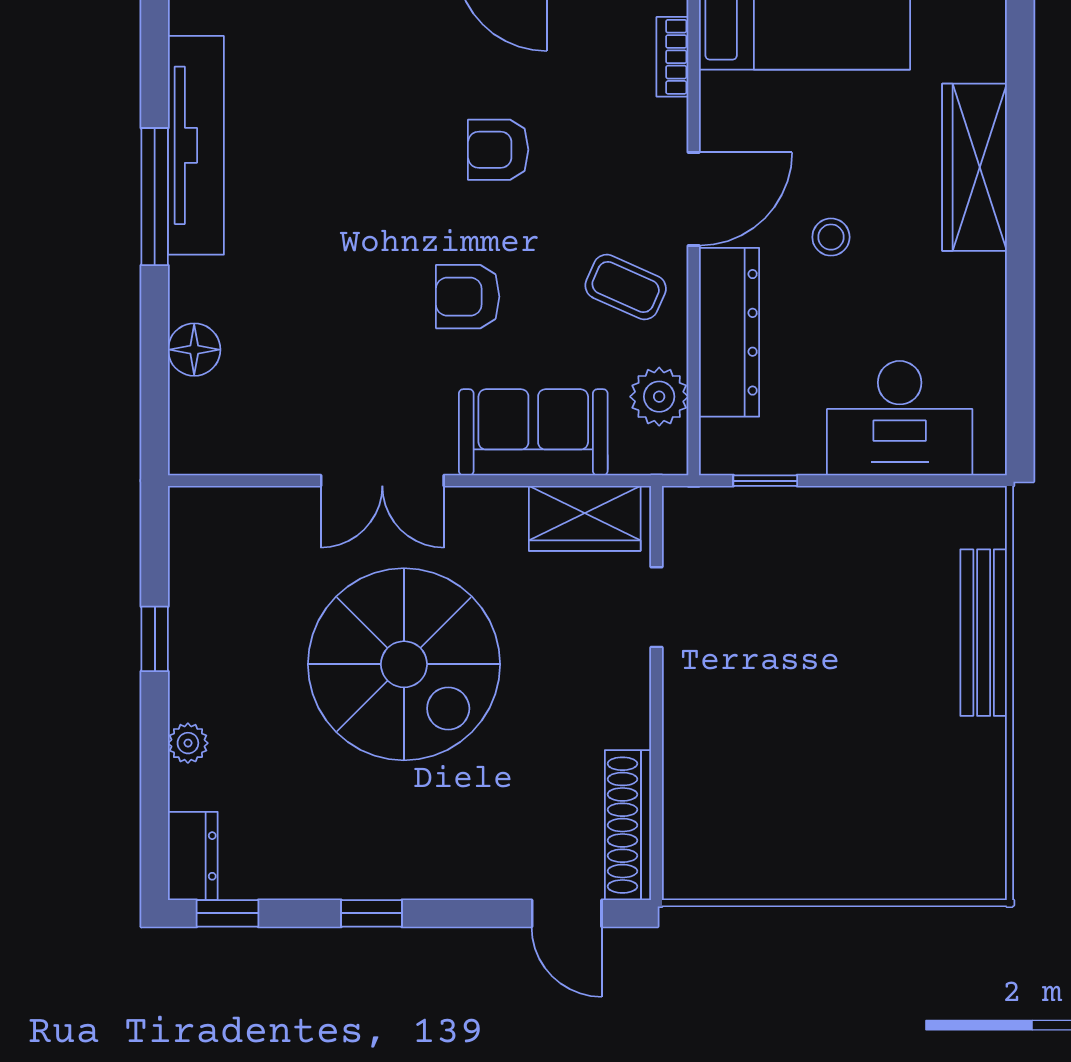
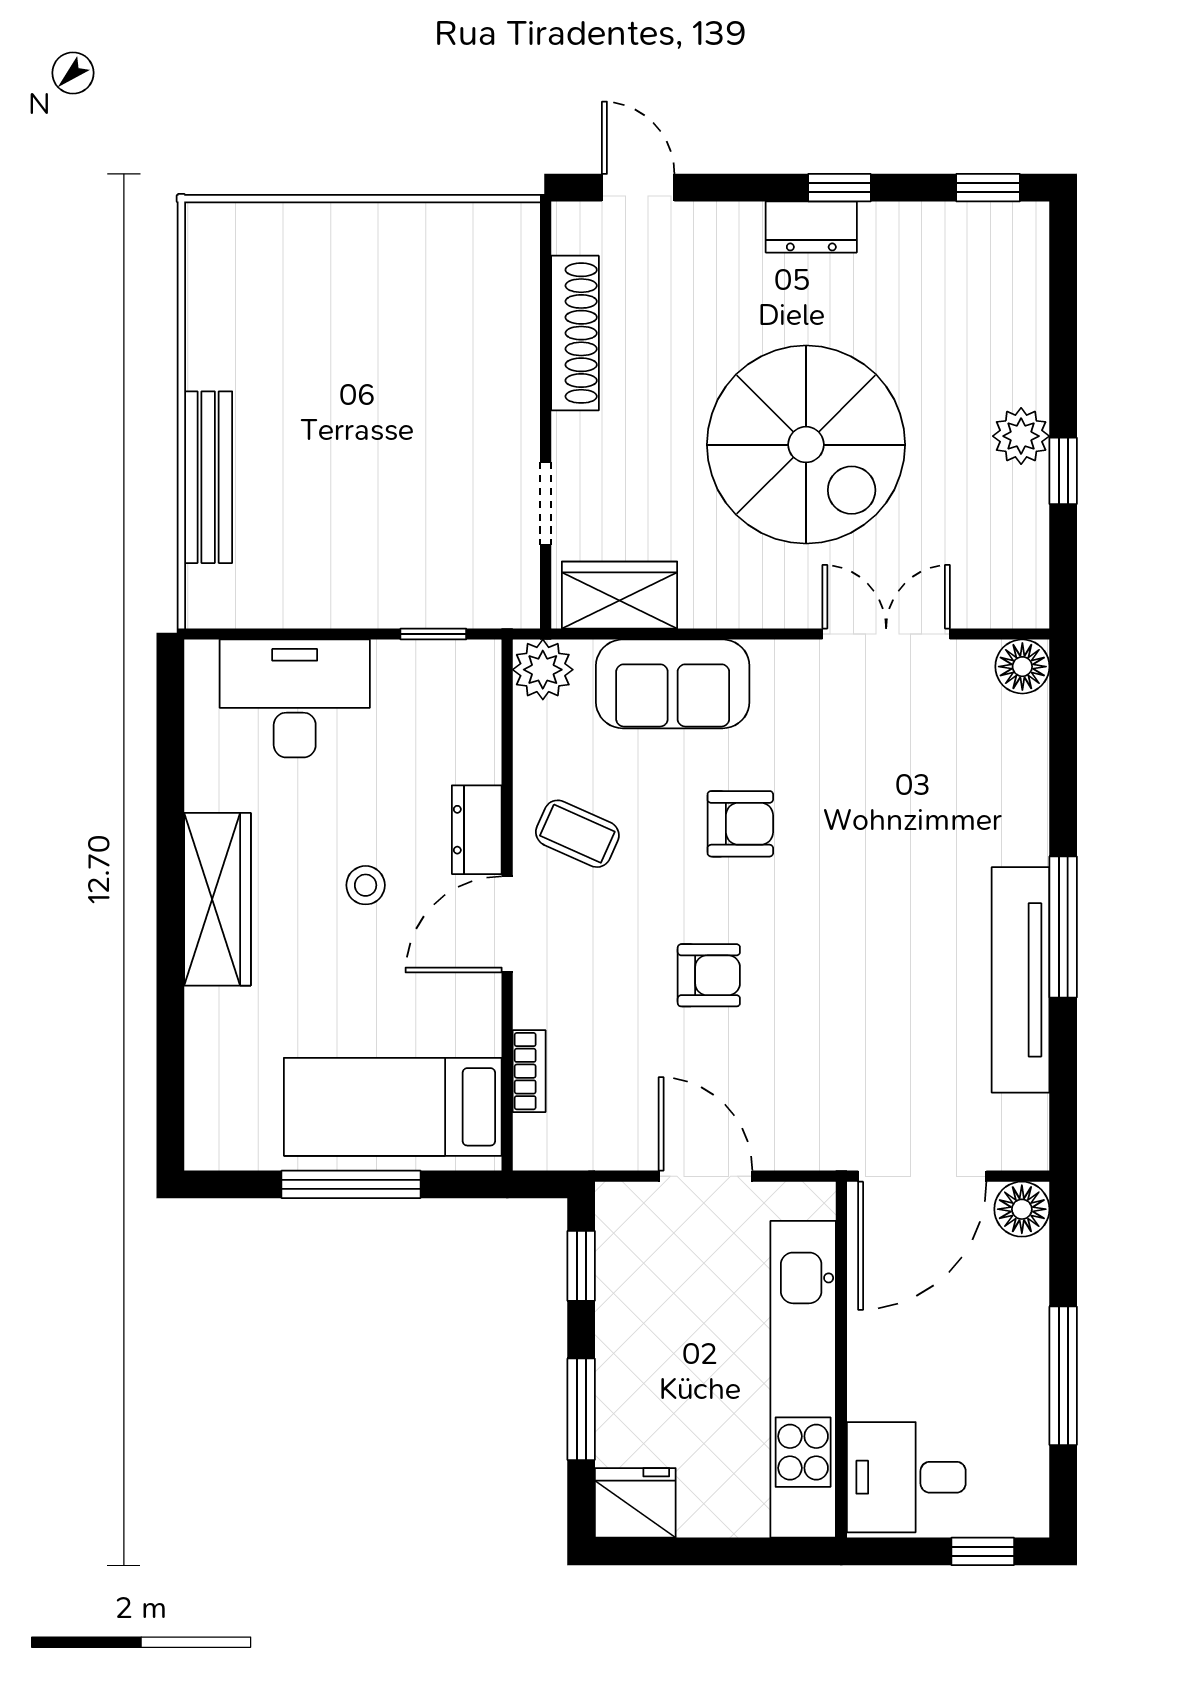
wardrobe: (975, 167) -> (217, 899), moved
dresser: (729, 332) -> (477, 830), width x0.51, depth x0.80
floor lamp: (194, 350) -> (1022, 667), moved
plant: (659, 397) -> (543, 670), moved
double door: (382, 481) -> (886, 634), moved
spiral stairs: (404, 664) -> (806, 445), turned 180
plant: (188, 743) -> (1021, 436), moved, width x1.38, depth x1.38
shoe rack: (628, 825) -> (575, 333), moved
dresser: (193, 856) -> (811, 227), moved, turned -90

